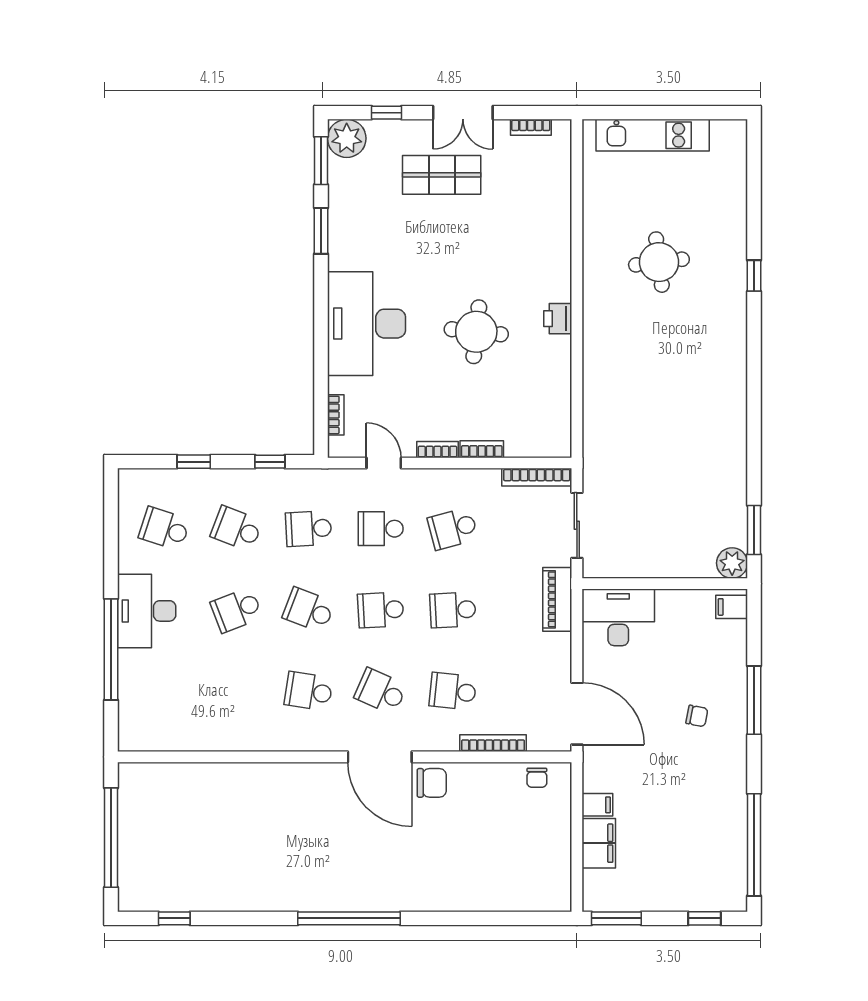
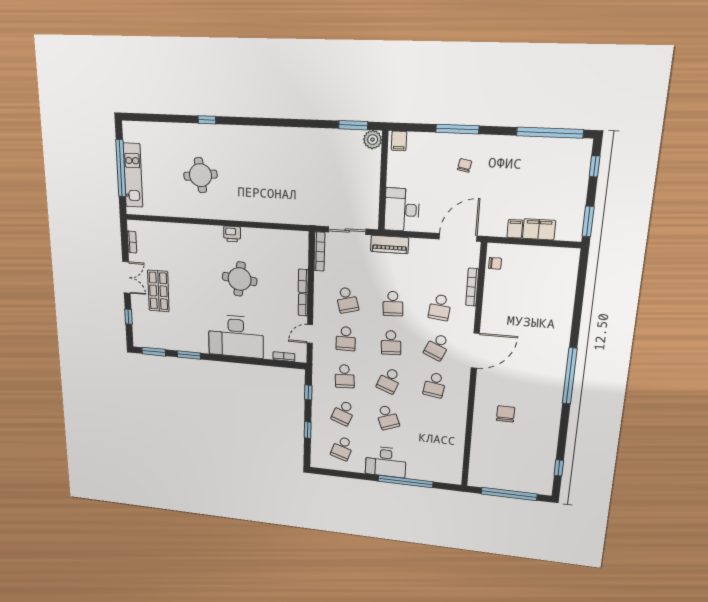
window: (664, 113) -> (121, 168), added
plant: (347, 138) -> (142, 338), removed
chair: (432, 783) -> (506, 414), moved

